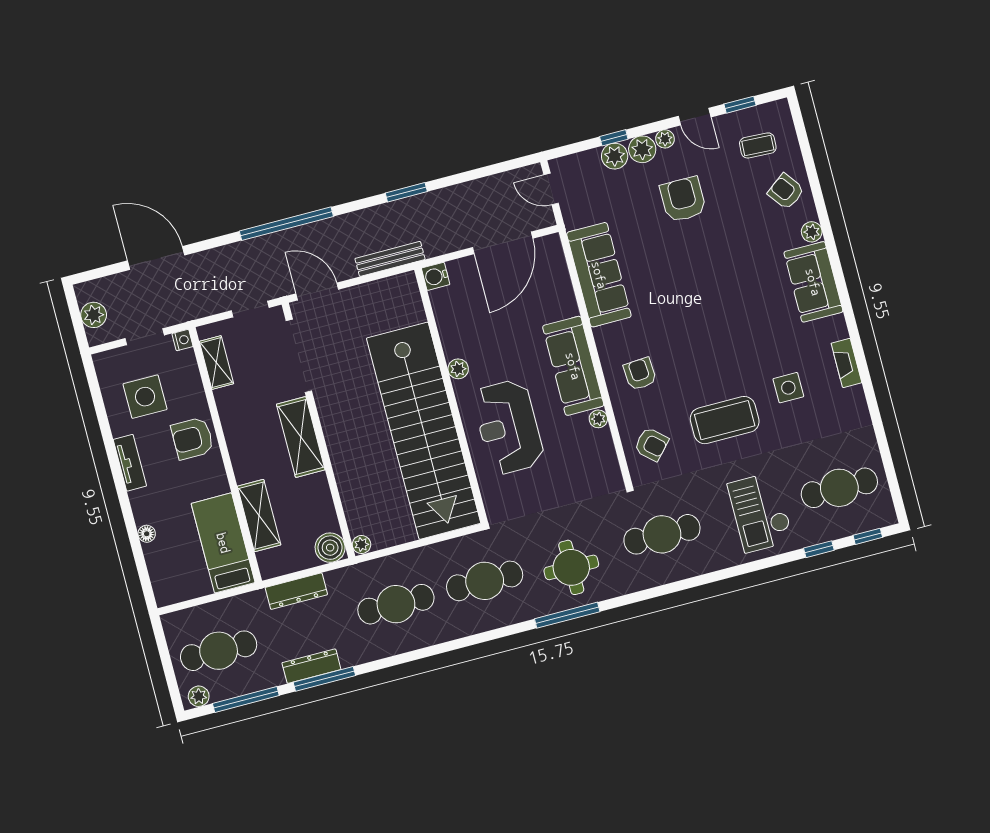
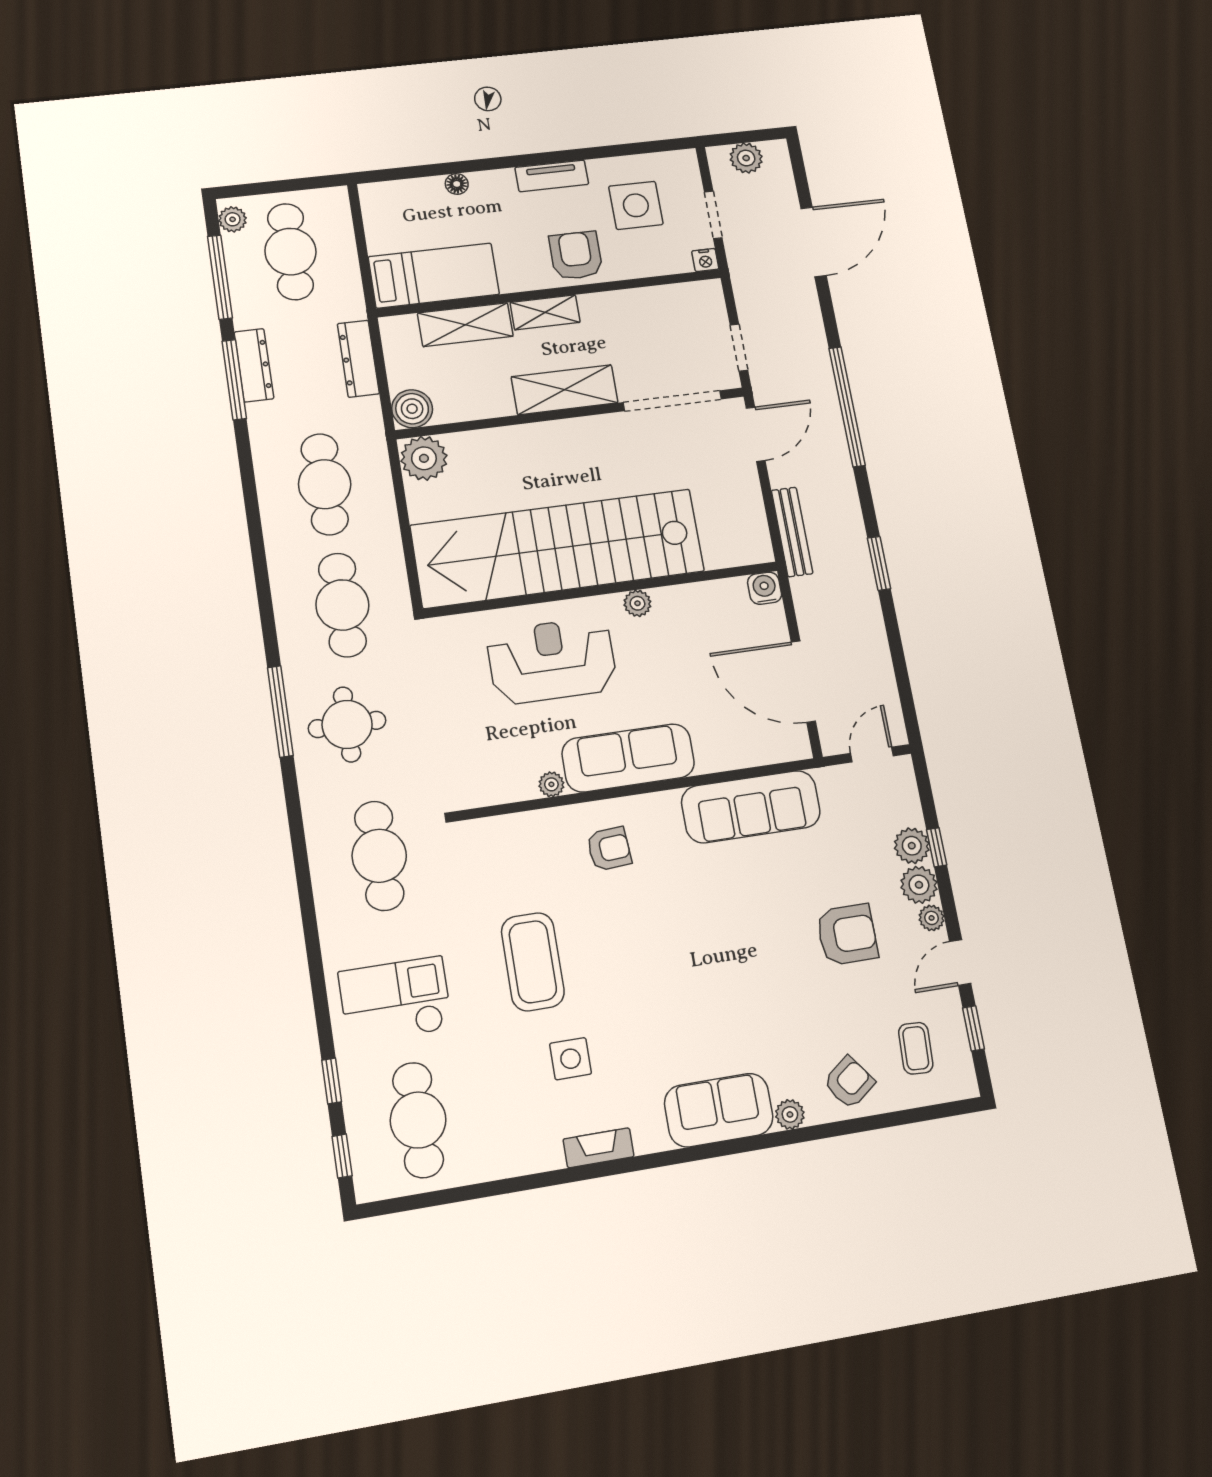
shelving: (216, 363) -> (545, 312), moved
armchair: (651, 444) -> (509, 854), removed
plant: (361, 545) -> (424, 458), width x1.88, depth x1.88

